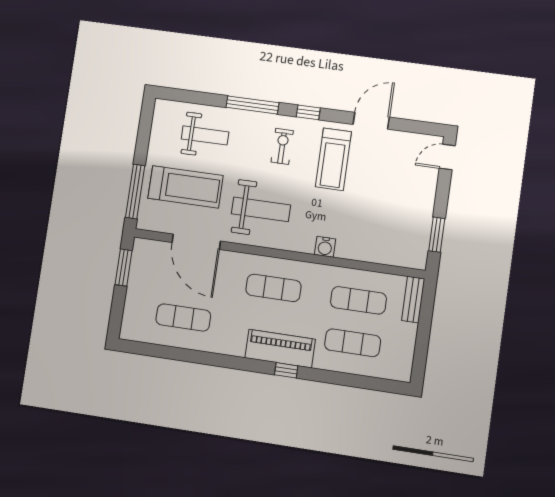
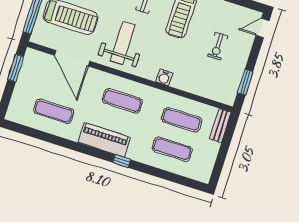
exercise bike: (390, 192) -> (218, 46), added
weight bench: (261, 209) -> (123, 43), turned -90
piano: (280, 349) -> (104, 140), moved

